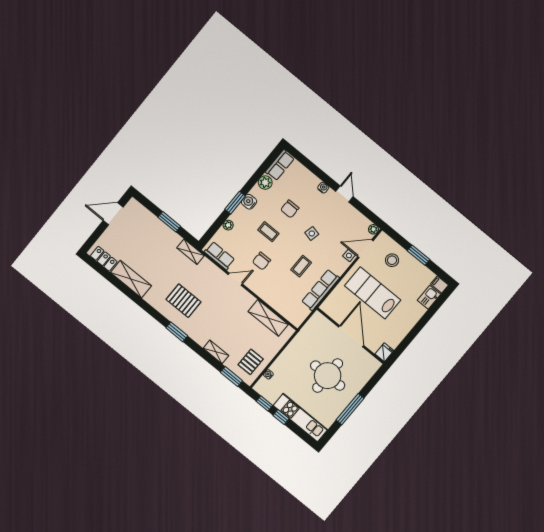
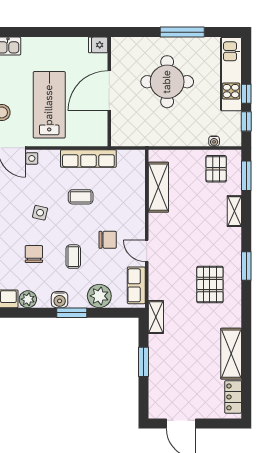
chair: (290, 209) -> (34, 254), turned -90
plant: (228, 225) -> (99, 296), width x1.87, depth x1.87
lab bench: (373, 293) -> (49, 105), turned 180
pallet: (251, 362) -> (216, 169), turned 90

